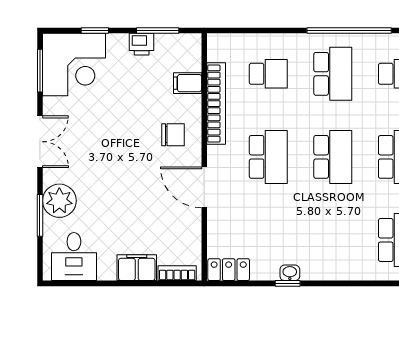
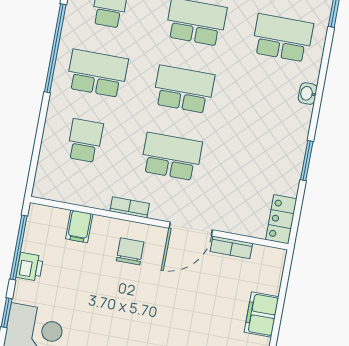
window: (158, 30) -> (19, 248), width x1.44
bookcase: (216, 104) -> (130, 207), width x0.43, depth x0.76
bookcase: (177, 273) -> (231, 247), moved, turned -90
washbasin: (290, 273) -> (308, 94), moved
window: (288, 283) -> (307, 161), width x1.50

